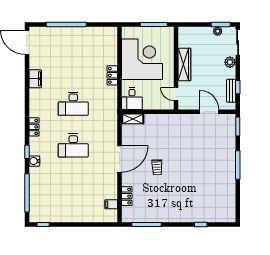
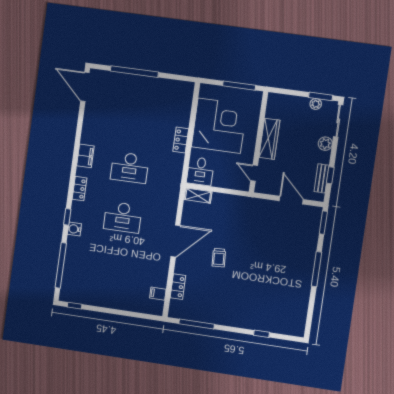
filing cabinet: (35, 79) -> (85, 156), moved

